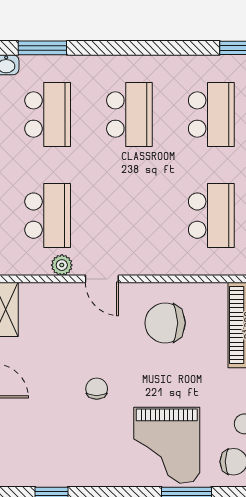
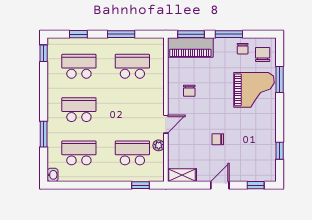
window: (42, 48) -> (44, 134), moved
chair: (165, 323) -> (189, 91), width x0.54, depth x0.54
chair: (97, 389) -> (218, 139), moved

